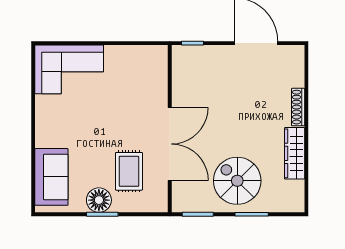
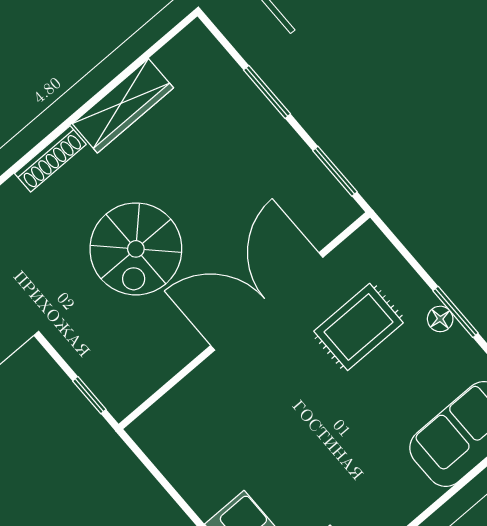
spiral stairs: (237, 181) -> (136, 249), moved
floor lamp: (99, 200) -> (440, 319), width x0.53, depth x0.53

